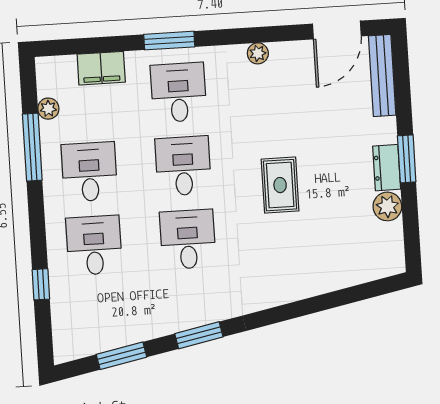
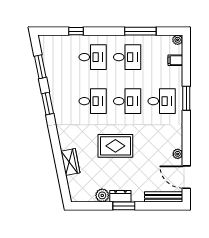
plant: (258, 53) -> (178, 154), moved
filing cabinet: (101, 68) -> (175, 60), width x0.50
plant: (48, 109) -> (178, 40), moved
rug: (280, 185) -> (115, 146), width x1.36, depth x1.43
wardrobe: (321, 279) -> (70, 162), added

